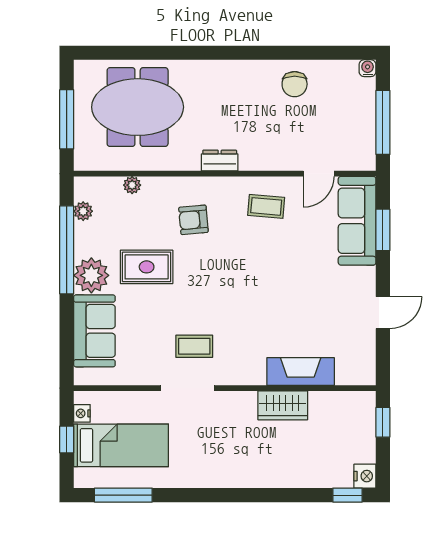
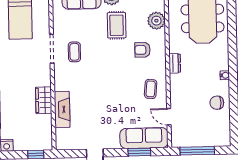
water cooler: (368, 68) -> (225, 75), moved
plant: (132, 185) -> (156, 21), width x1.88, depth x1.88
armchair: (193, 220) -> (142, 50), turned -85

